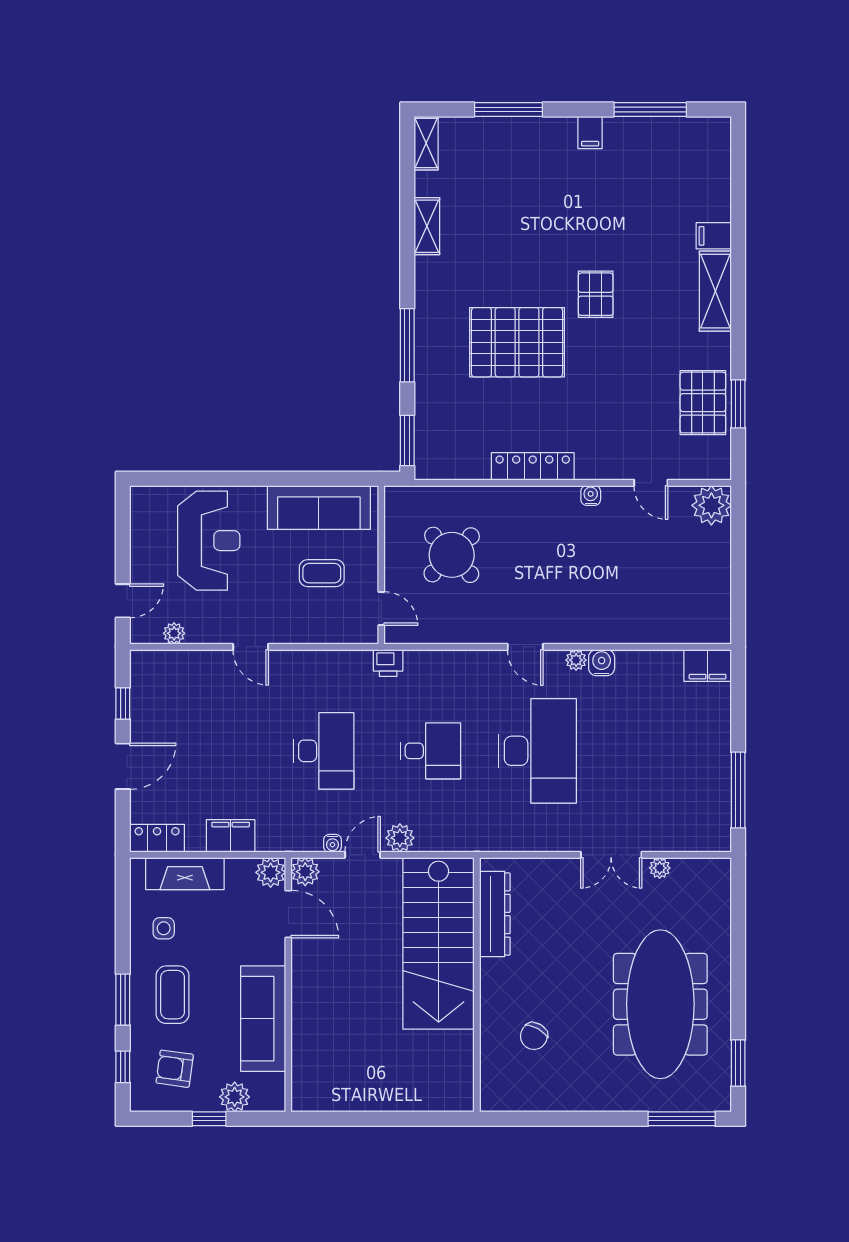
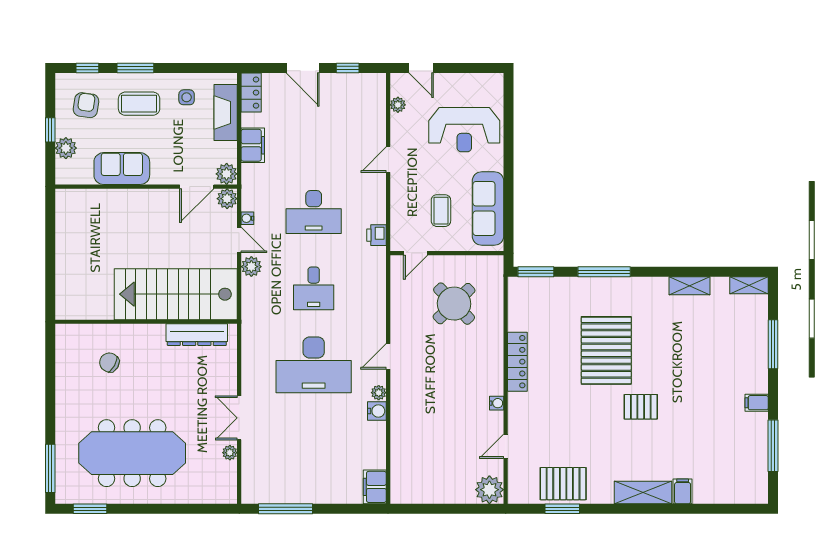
printer: (388, 663) -> (377, 235), moved
sofa: (263, 1019) -> (122, 169), width x0.73

